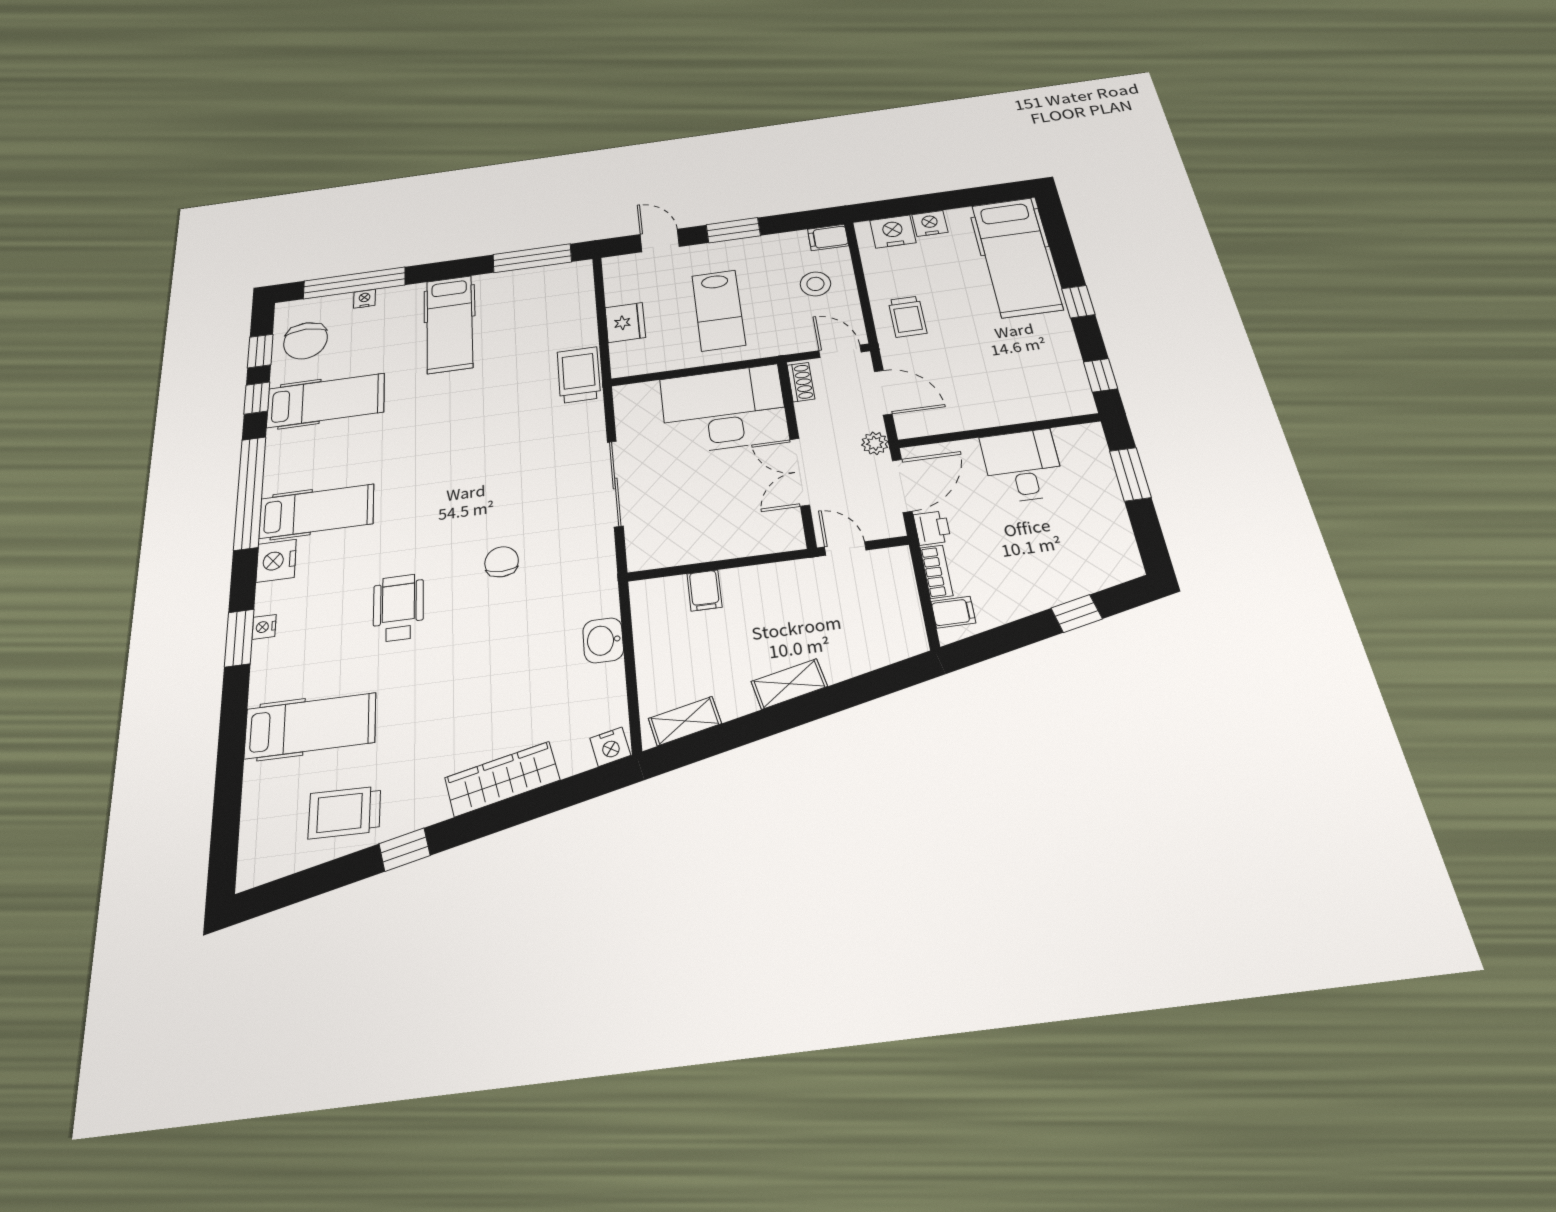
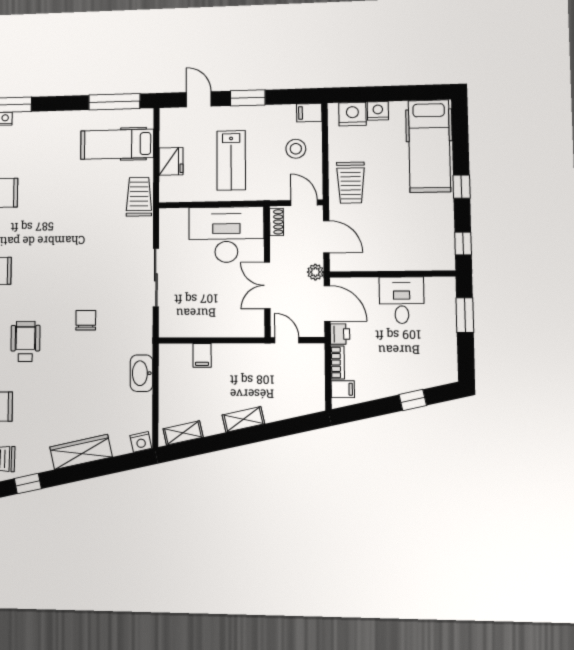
trolley: (907, 317) -> (351, 183), width x1.36, depth x1.39
hospital bed: (450, 324) -> (117, 144), moved, turned 90
door: (902, 486) -> (327, 303), hinge flipped
washbasin: (603, 640) -> (141, 373), width x1.38

